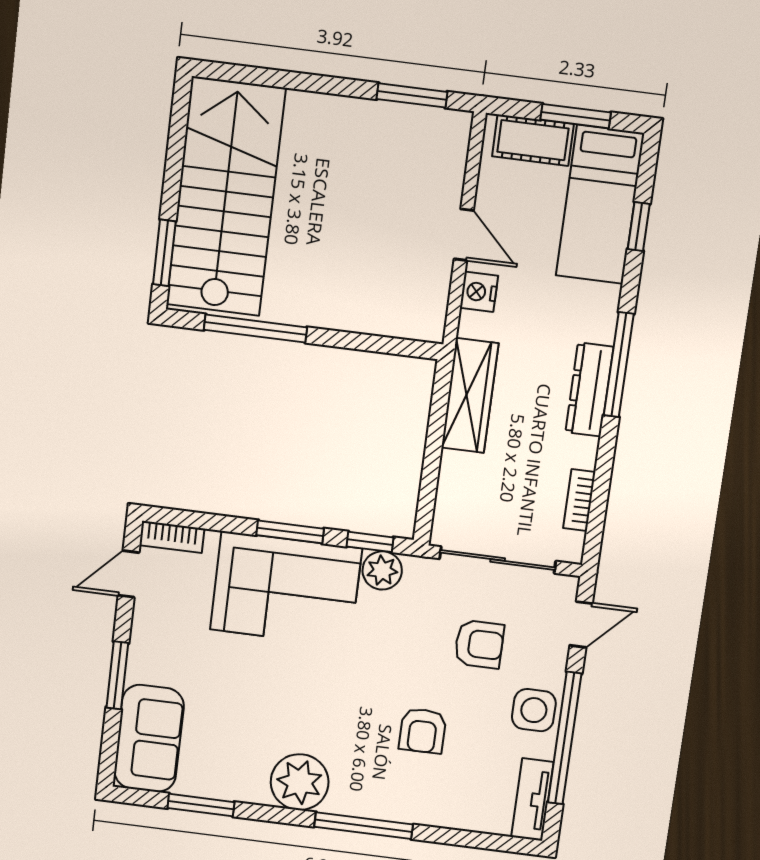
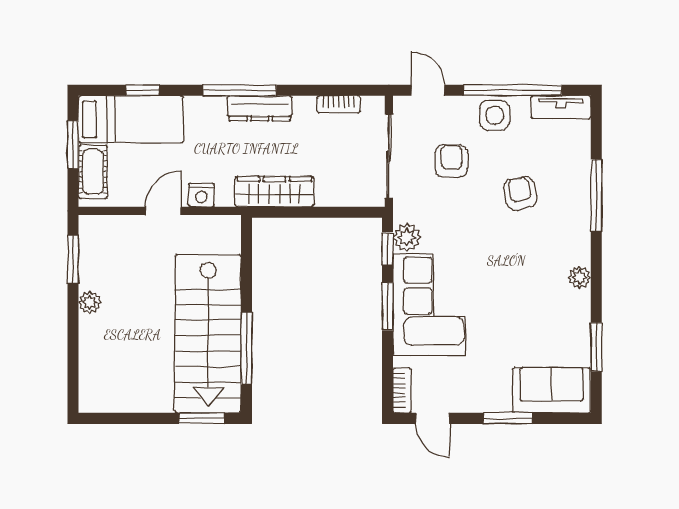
plant: (347, 112) -> (90, 302), added
stairs: (226, 197) -> (208, 334), moved, turned -90
armchair: (423, 731) -> (520, 193), turned -103
plant: (300, 782) -> (580, 277), width x0.53, depth x0.53
window: (364, 826) -> (596, 196), moved

